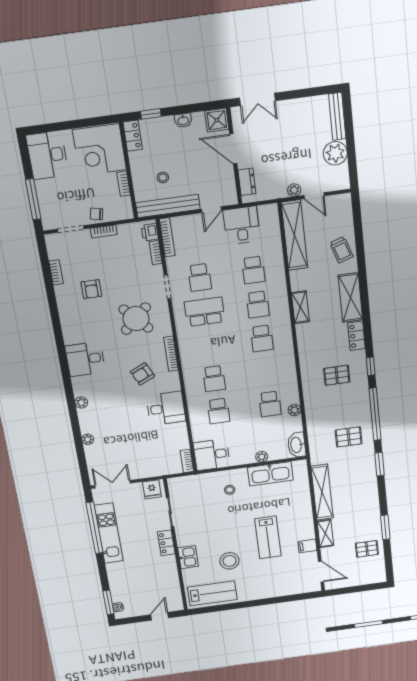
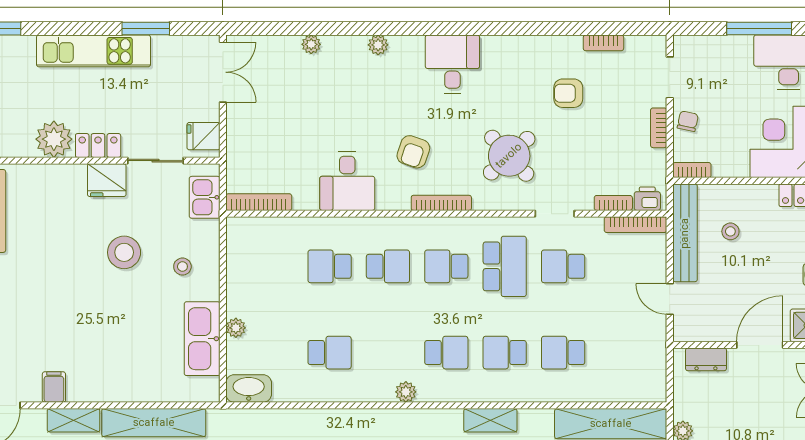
bookcase: (124, 184) -> (692, 170), moved
window: (33, 199) -> (759, 29), moved
desk: (242, 225) -> (638, 343), removed
school desk: (262, 338) -> (446, 353), turned 180
school desk: (209, 346) -> (446, 266), added
armchair: (142, 374) -> (413, 152), turned -136
school desk: (214, 379) -> (388, 266), turned 180
school desk: (270, 404) -> (330, 353), turned 180
plant: (295, 410) -> (406, 392), moved
desk: (212, 455) -> (252, 245), removed
bookcase: (187, 461) -> (259, 202), width x1.56
window: (94, 528) -> (146, 29), width x0.47
kitchen unit: (109, 533) -> (93, 51), moved
fridge: (185, 536) -> (107, 180), added
lab bench: (268, 537) -> (81, 321), removed
kitchen sink: (188, 557) -> (205, 197), moved, turned 90
stool: (229, 561) -> (124, 252), moved
plant: (166, 566) -> (54, 139), added

